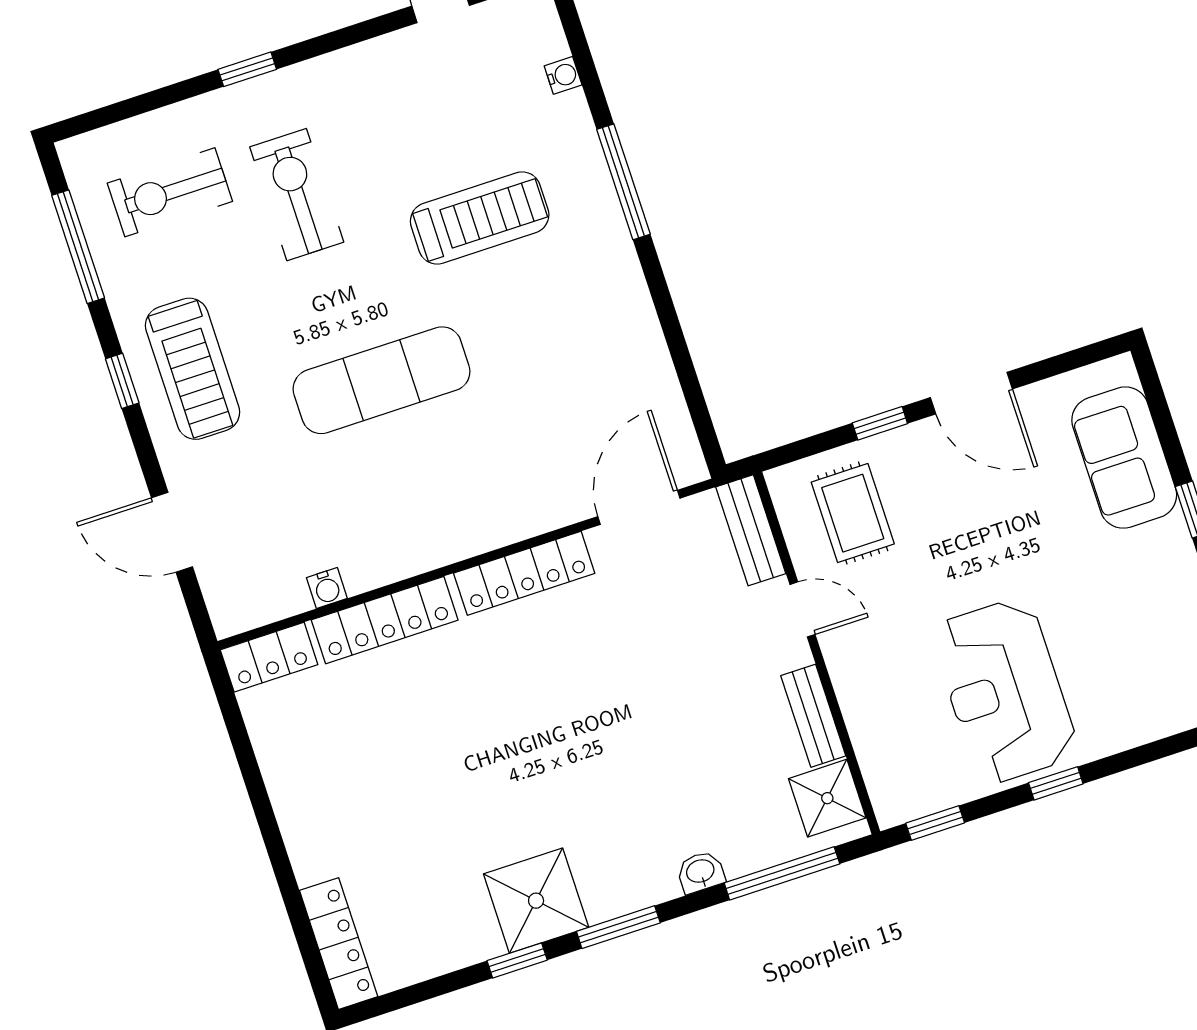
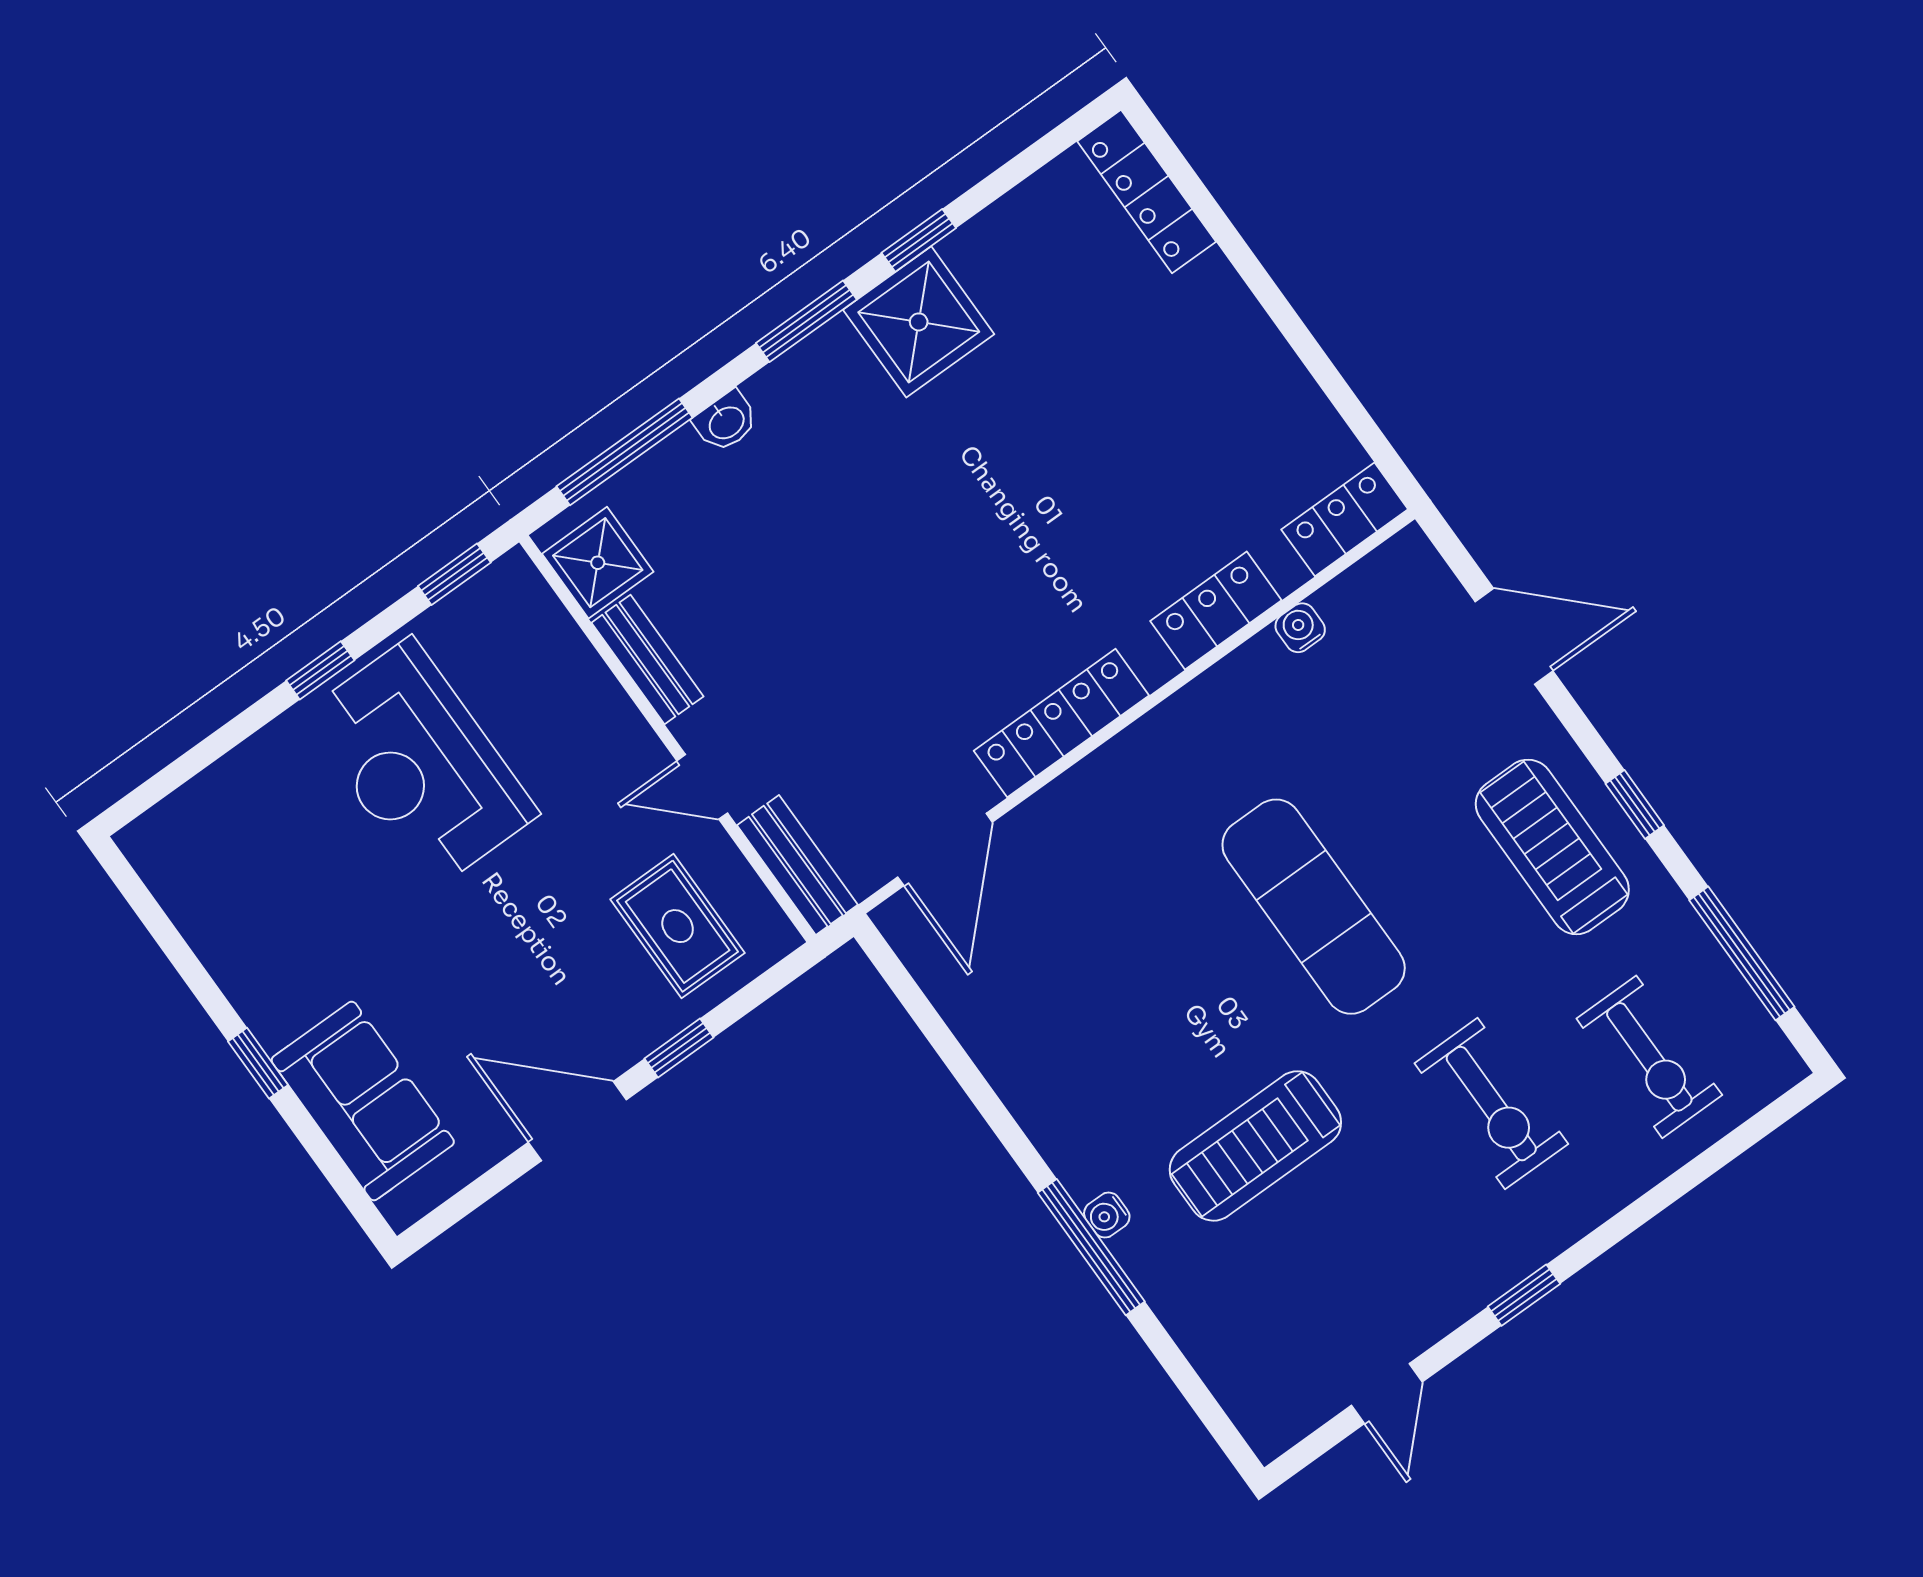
window: (247, 69) -> (1524, 1295), moved
water cooler: (563, 75) -> (1107, 1215), moved
exercise bike: (170, 192) -> (1649, 1057), turned 90
exercise mat: (382, 380) -> (1314, 907), turned 90
locker: (385, 620) -> (1216, 611), width x0.66
reception desk: (1005, 691) -> (420, 765), turned 180

